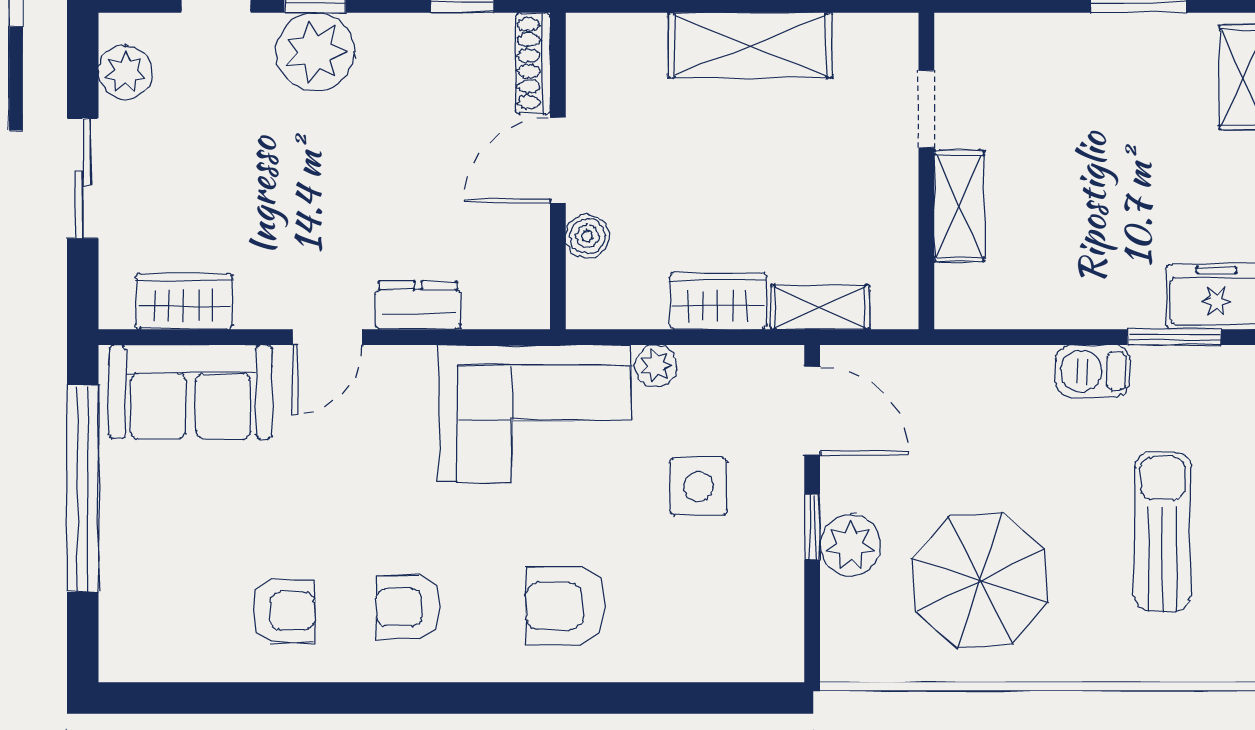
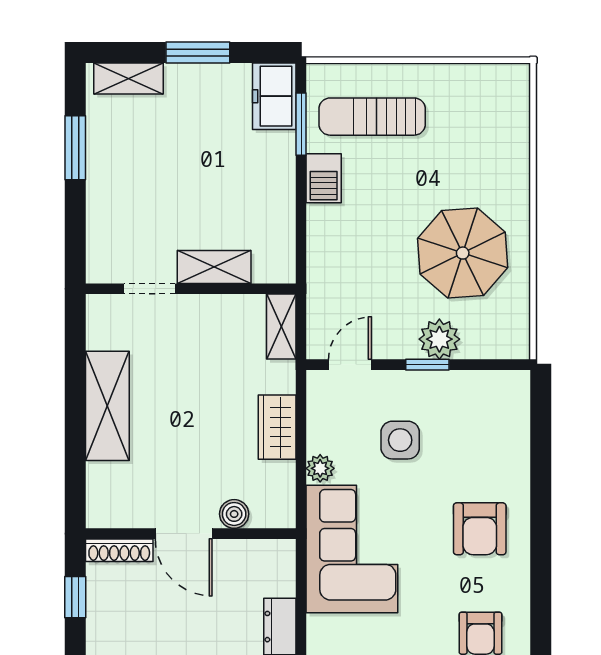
shelving: (820, 307) -> (281, 327), moved
door: (812, 411) -> (350, 365), width x0.73
sun lounger: (1163, 532) -> (372, 117), moved

